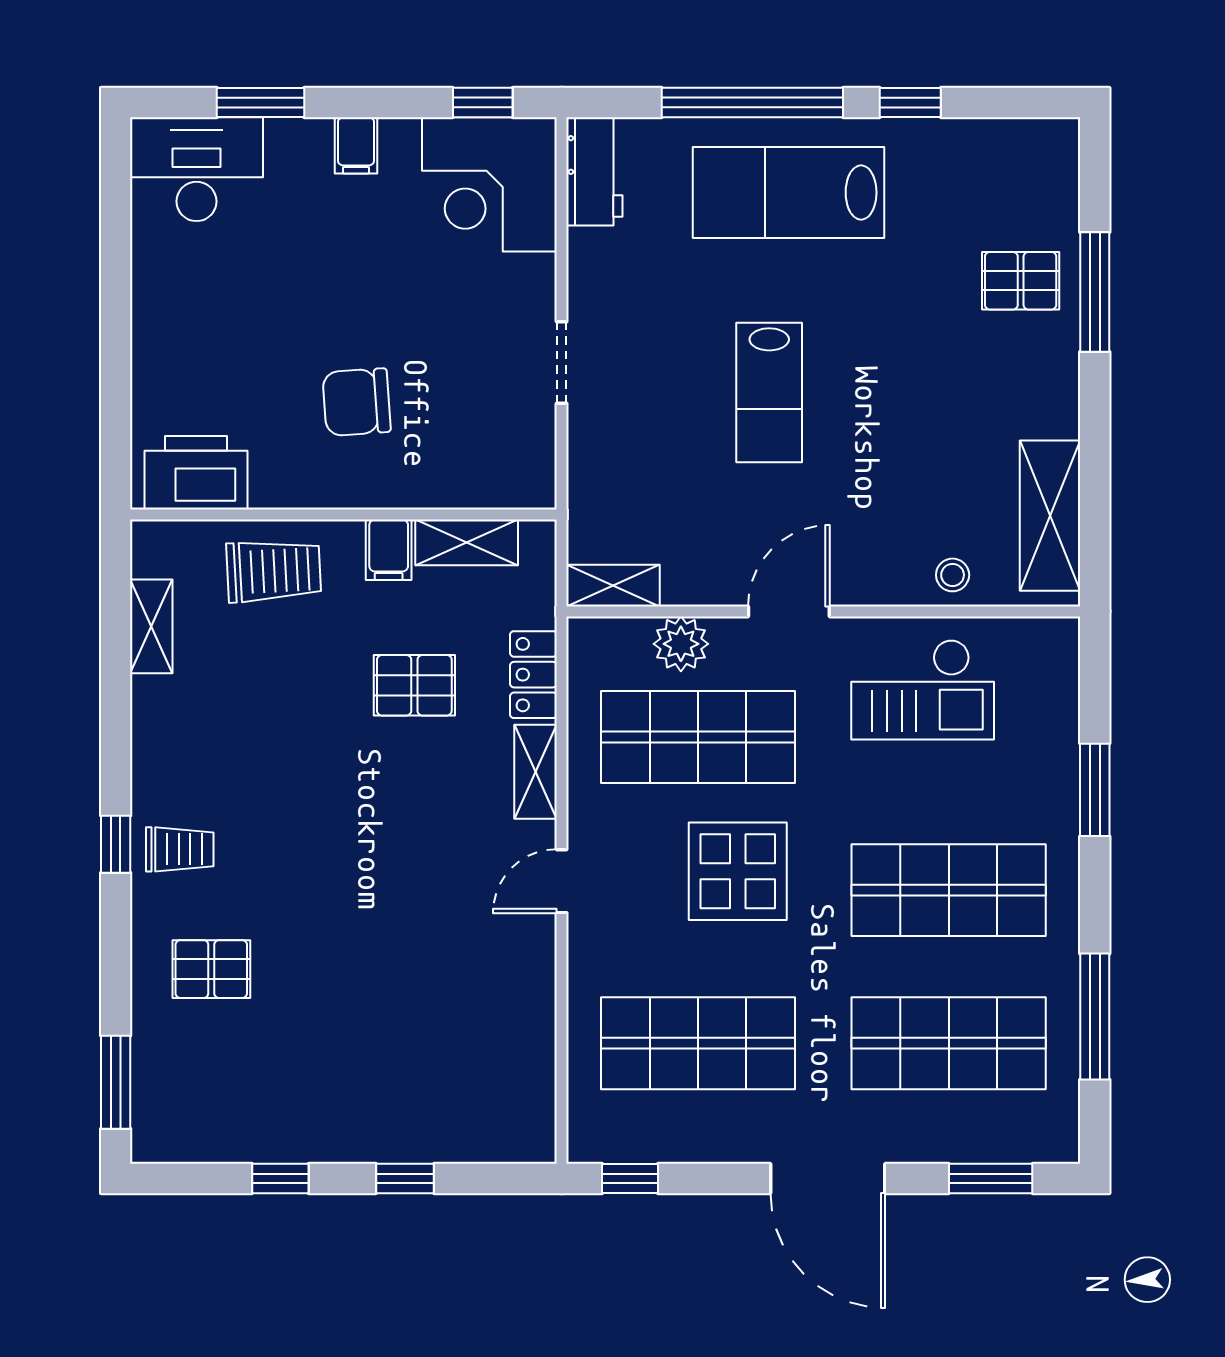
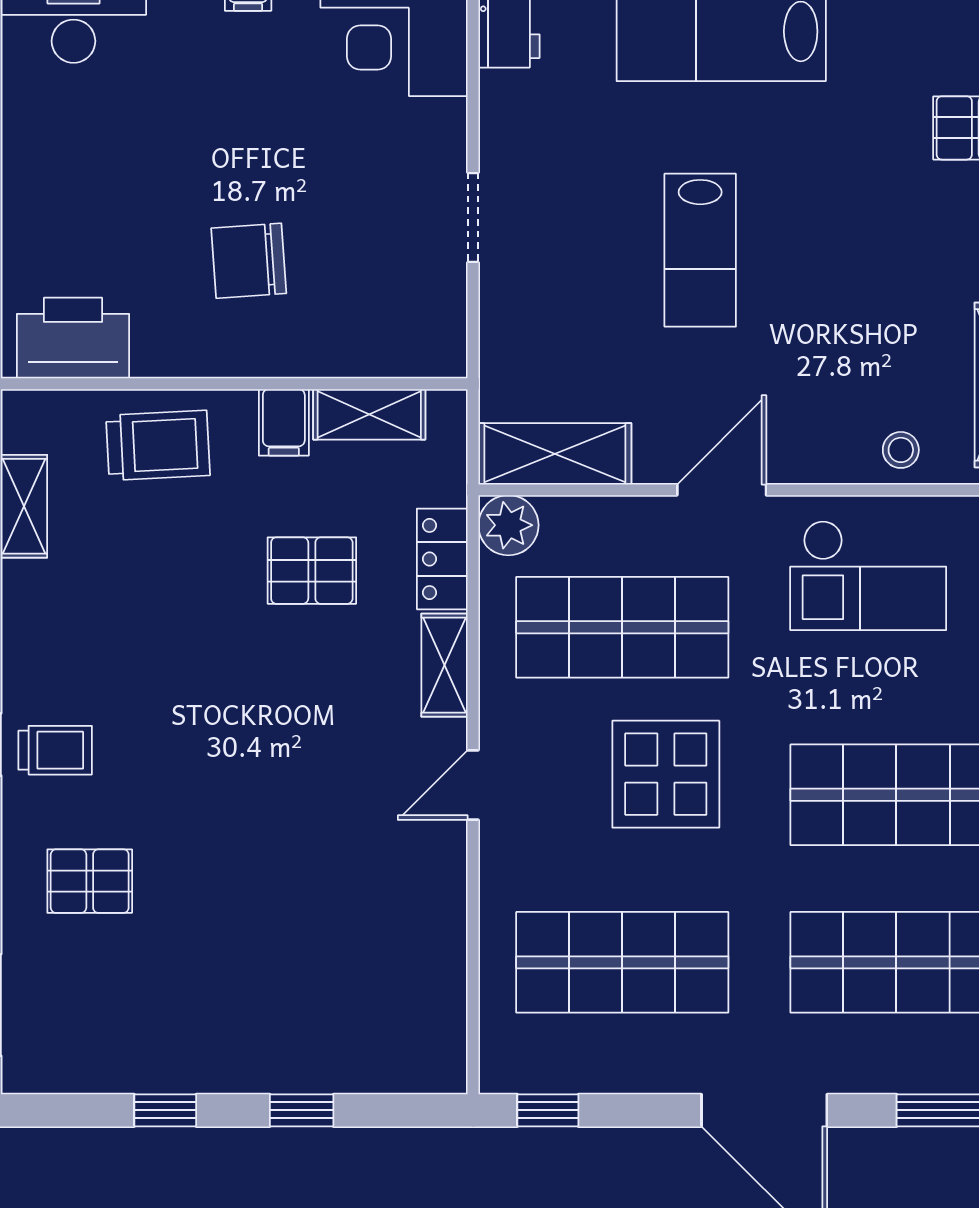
shelving: (613, 586) -> (555, 454), width x1.50, depth x1.33
plant: (681, 644) -> (508, 525), moved

